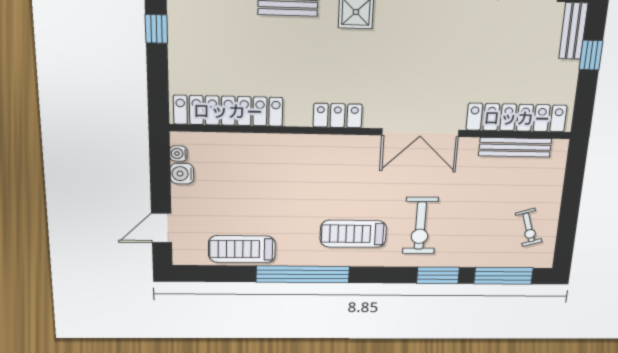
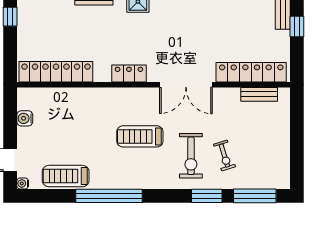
bench: (515, 147) -> (259, 94), width x0.73
water cooler: (178, 154) -> (23, 183), moved
exercise bike: (529, 227) -> (224, 156), moved
treadmill: (353, 234) -> (140, 136), moved

